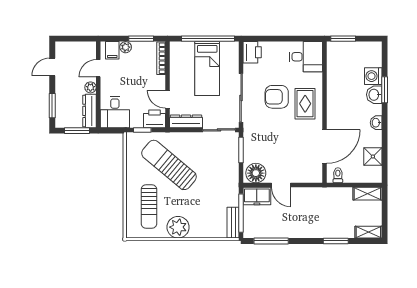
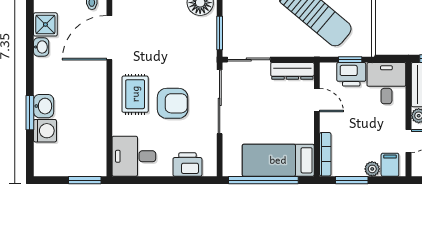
printer: (252, 52) -> (187, 165), moved, turned 90
bed: (207, 69) -> (278, 160), moved, turned -90
printer: (154, 119) -> (351, 74), moved
washbasin: (376, 123) -> (41, 47), moved

